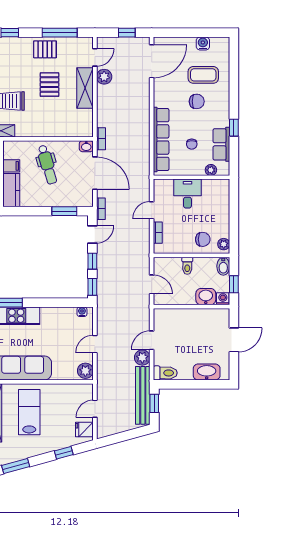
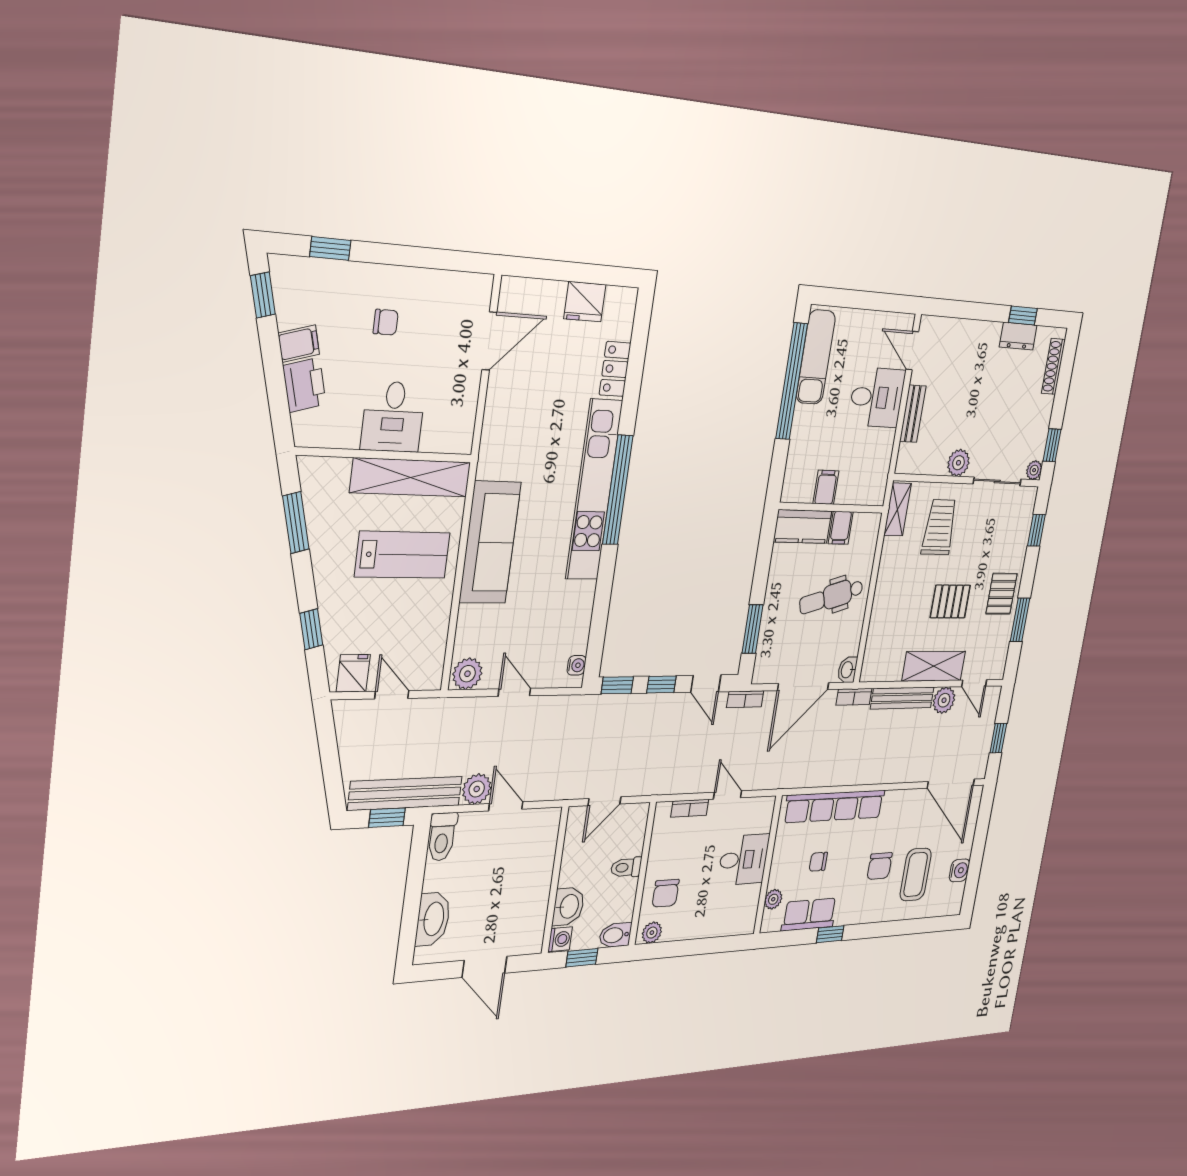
window: (60, 33) -> (1020, 620), width x0.69
bench: (102, 106) -> (902, 698), added

